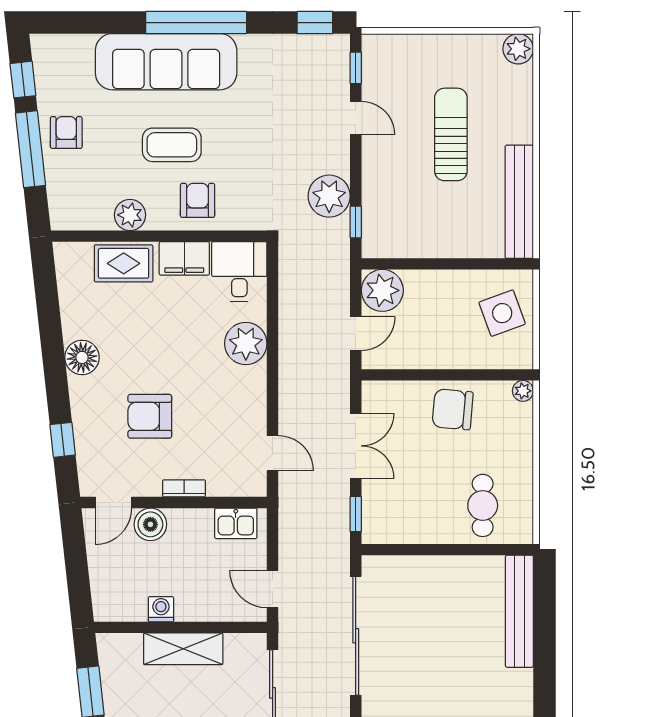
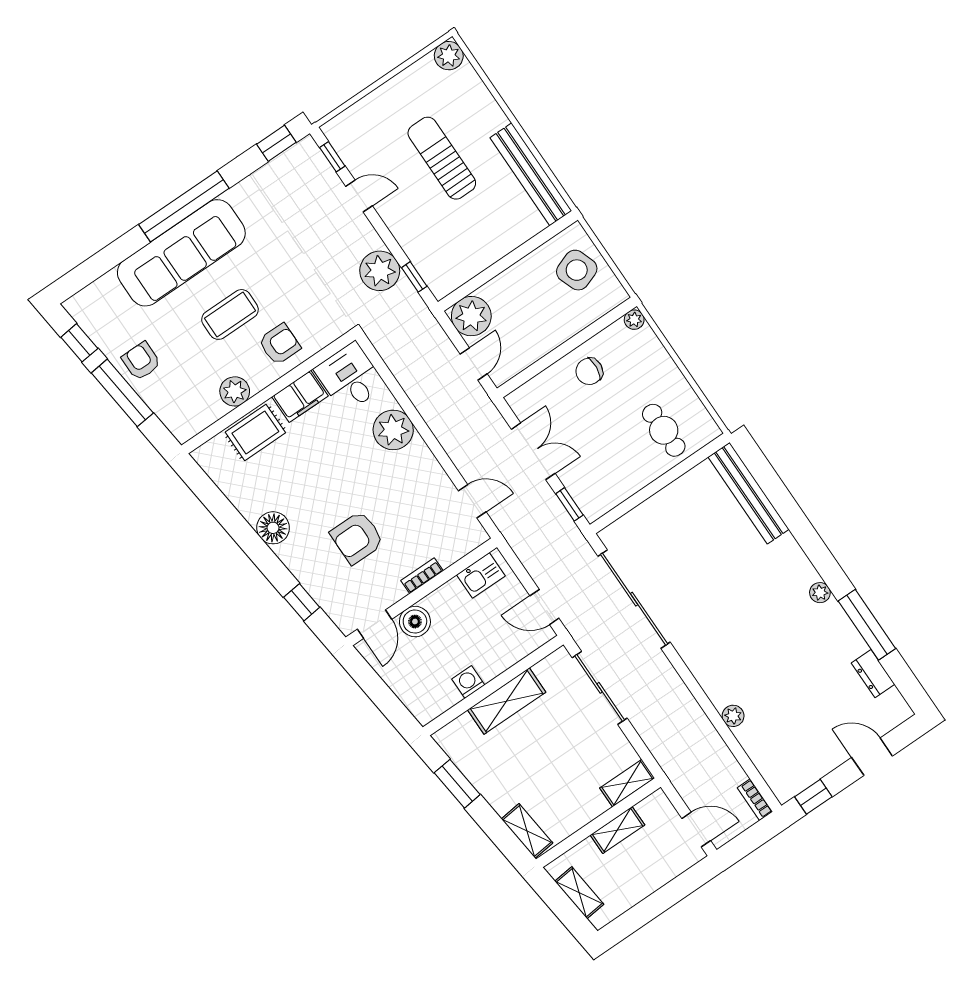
armchair: (198, 200) -> (280, 344), turned 90
chair: (453, 409) -> (589, 371), width x0.73, depth x0.73

